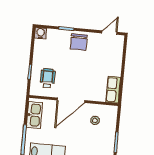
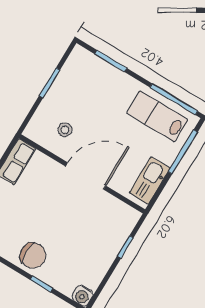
chair: (79, 42) -> (33, 256), turned 90
wheelchair: (48, 78) -> (104, 225), removed

